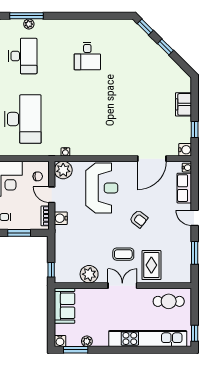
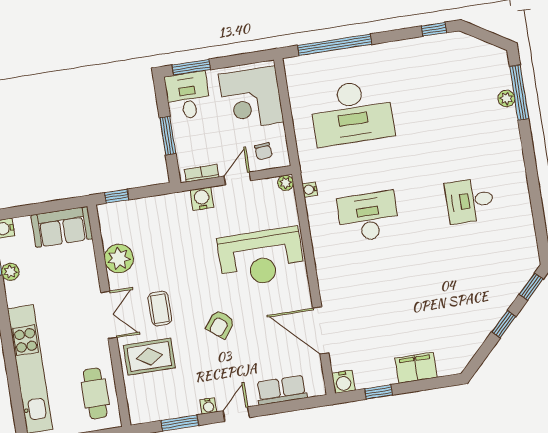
desk: (23, 56) -> (368, 217), moved, turned 180
water cooler: (187, 168) -> (208, 406), moved
plant: (63, 170) -> (286, 183), width x0.53, depth x0.53

